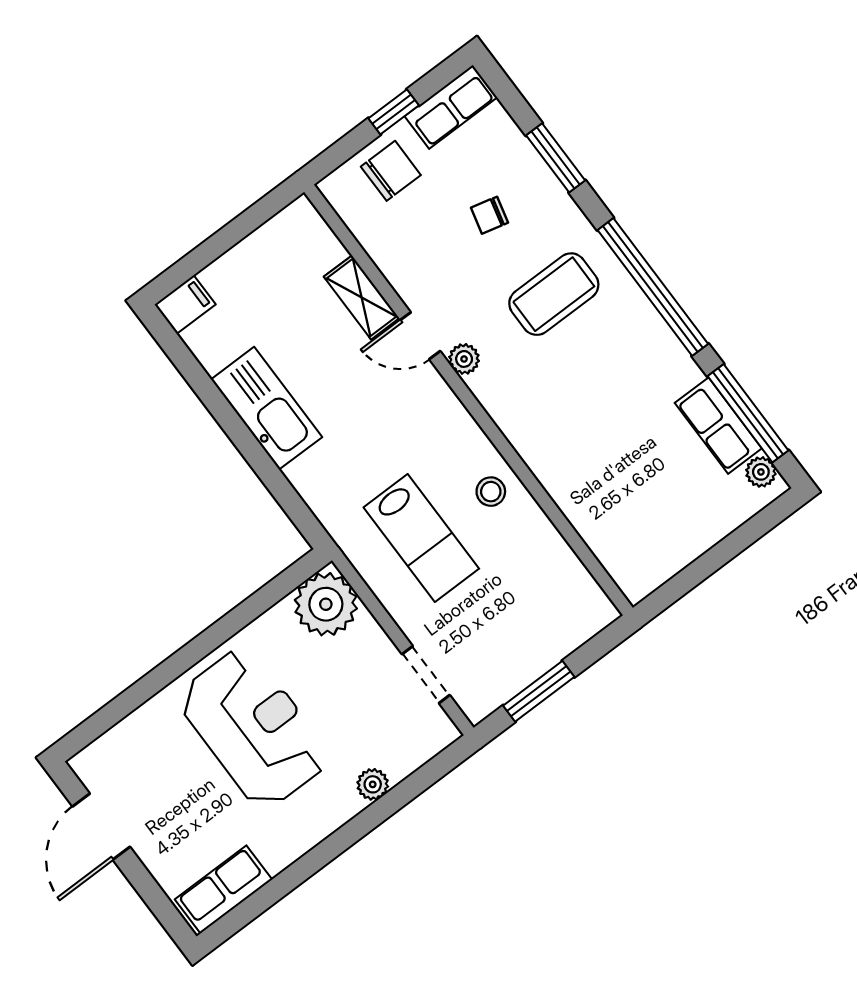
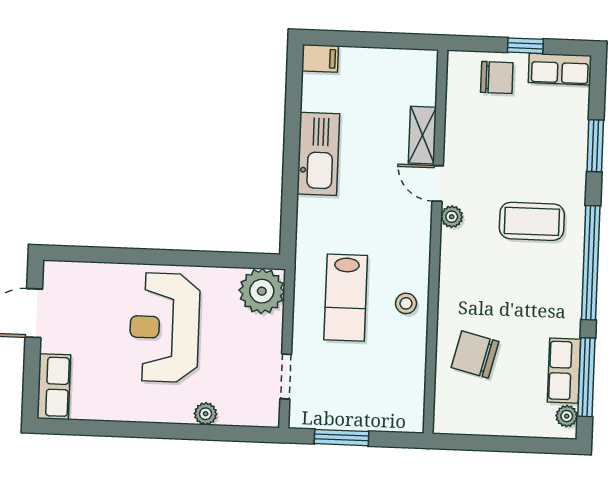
chair: (489, 215) -> (475, 355), moved, width x1.87, depth x1.87
reception desk: (254, 728) -> (164, 328), turned 180
row of seats: (223, 889) -> (54, 387), moved, turned 90

